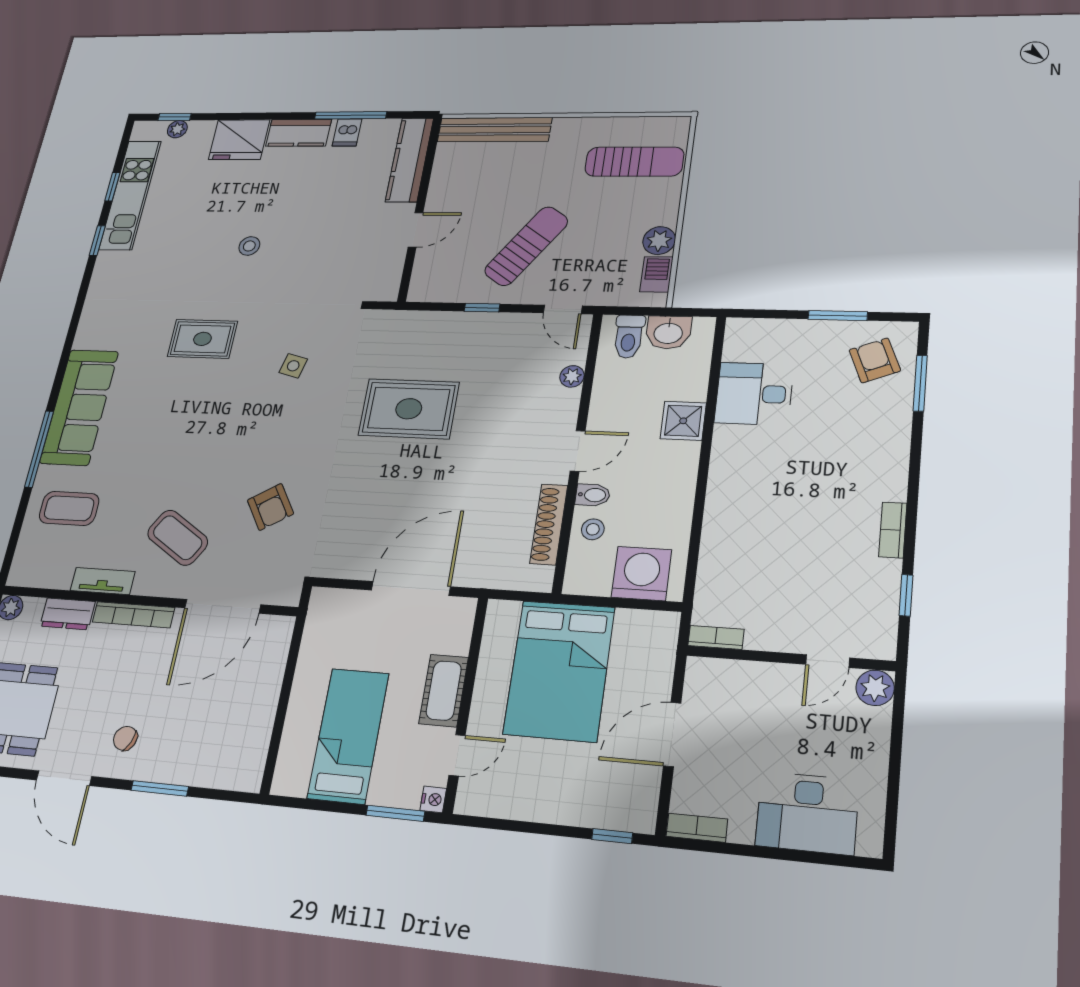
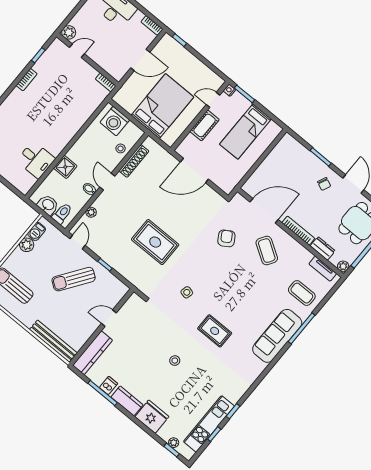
door: (578, 451) -> (107, 182), hinge flipped
bidet: (593, 495) -> (89, 189), moved
tv unit: (103, 581) -> (323, 269), moved

